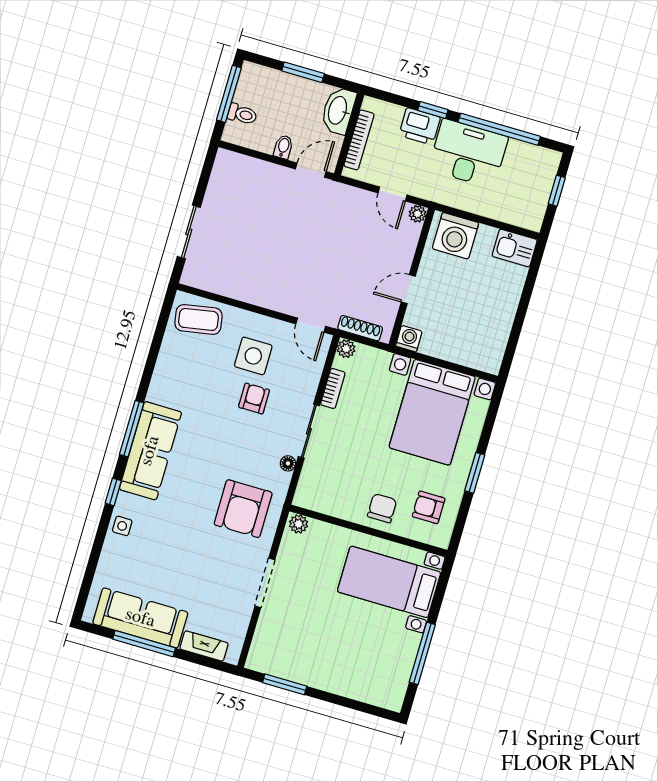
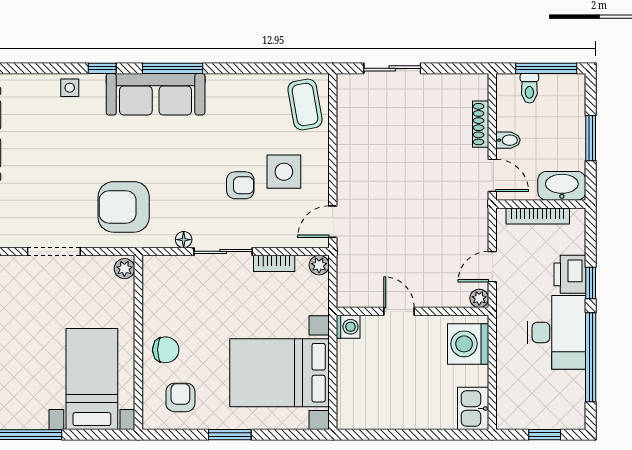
shoe rack: (360, 328) -> (481, 124), moved, turned 180

